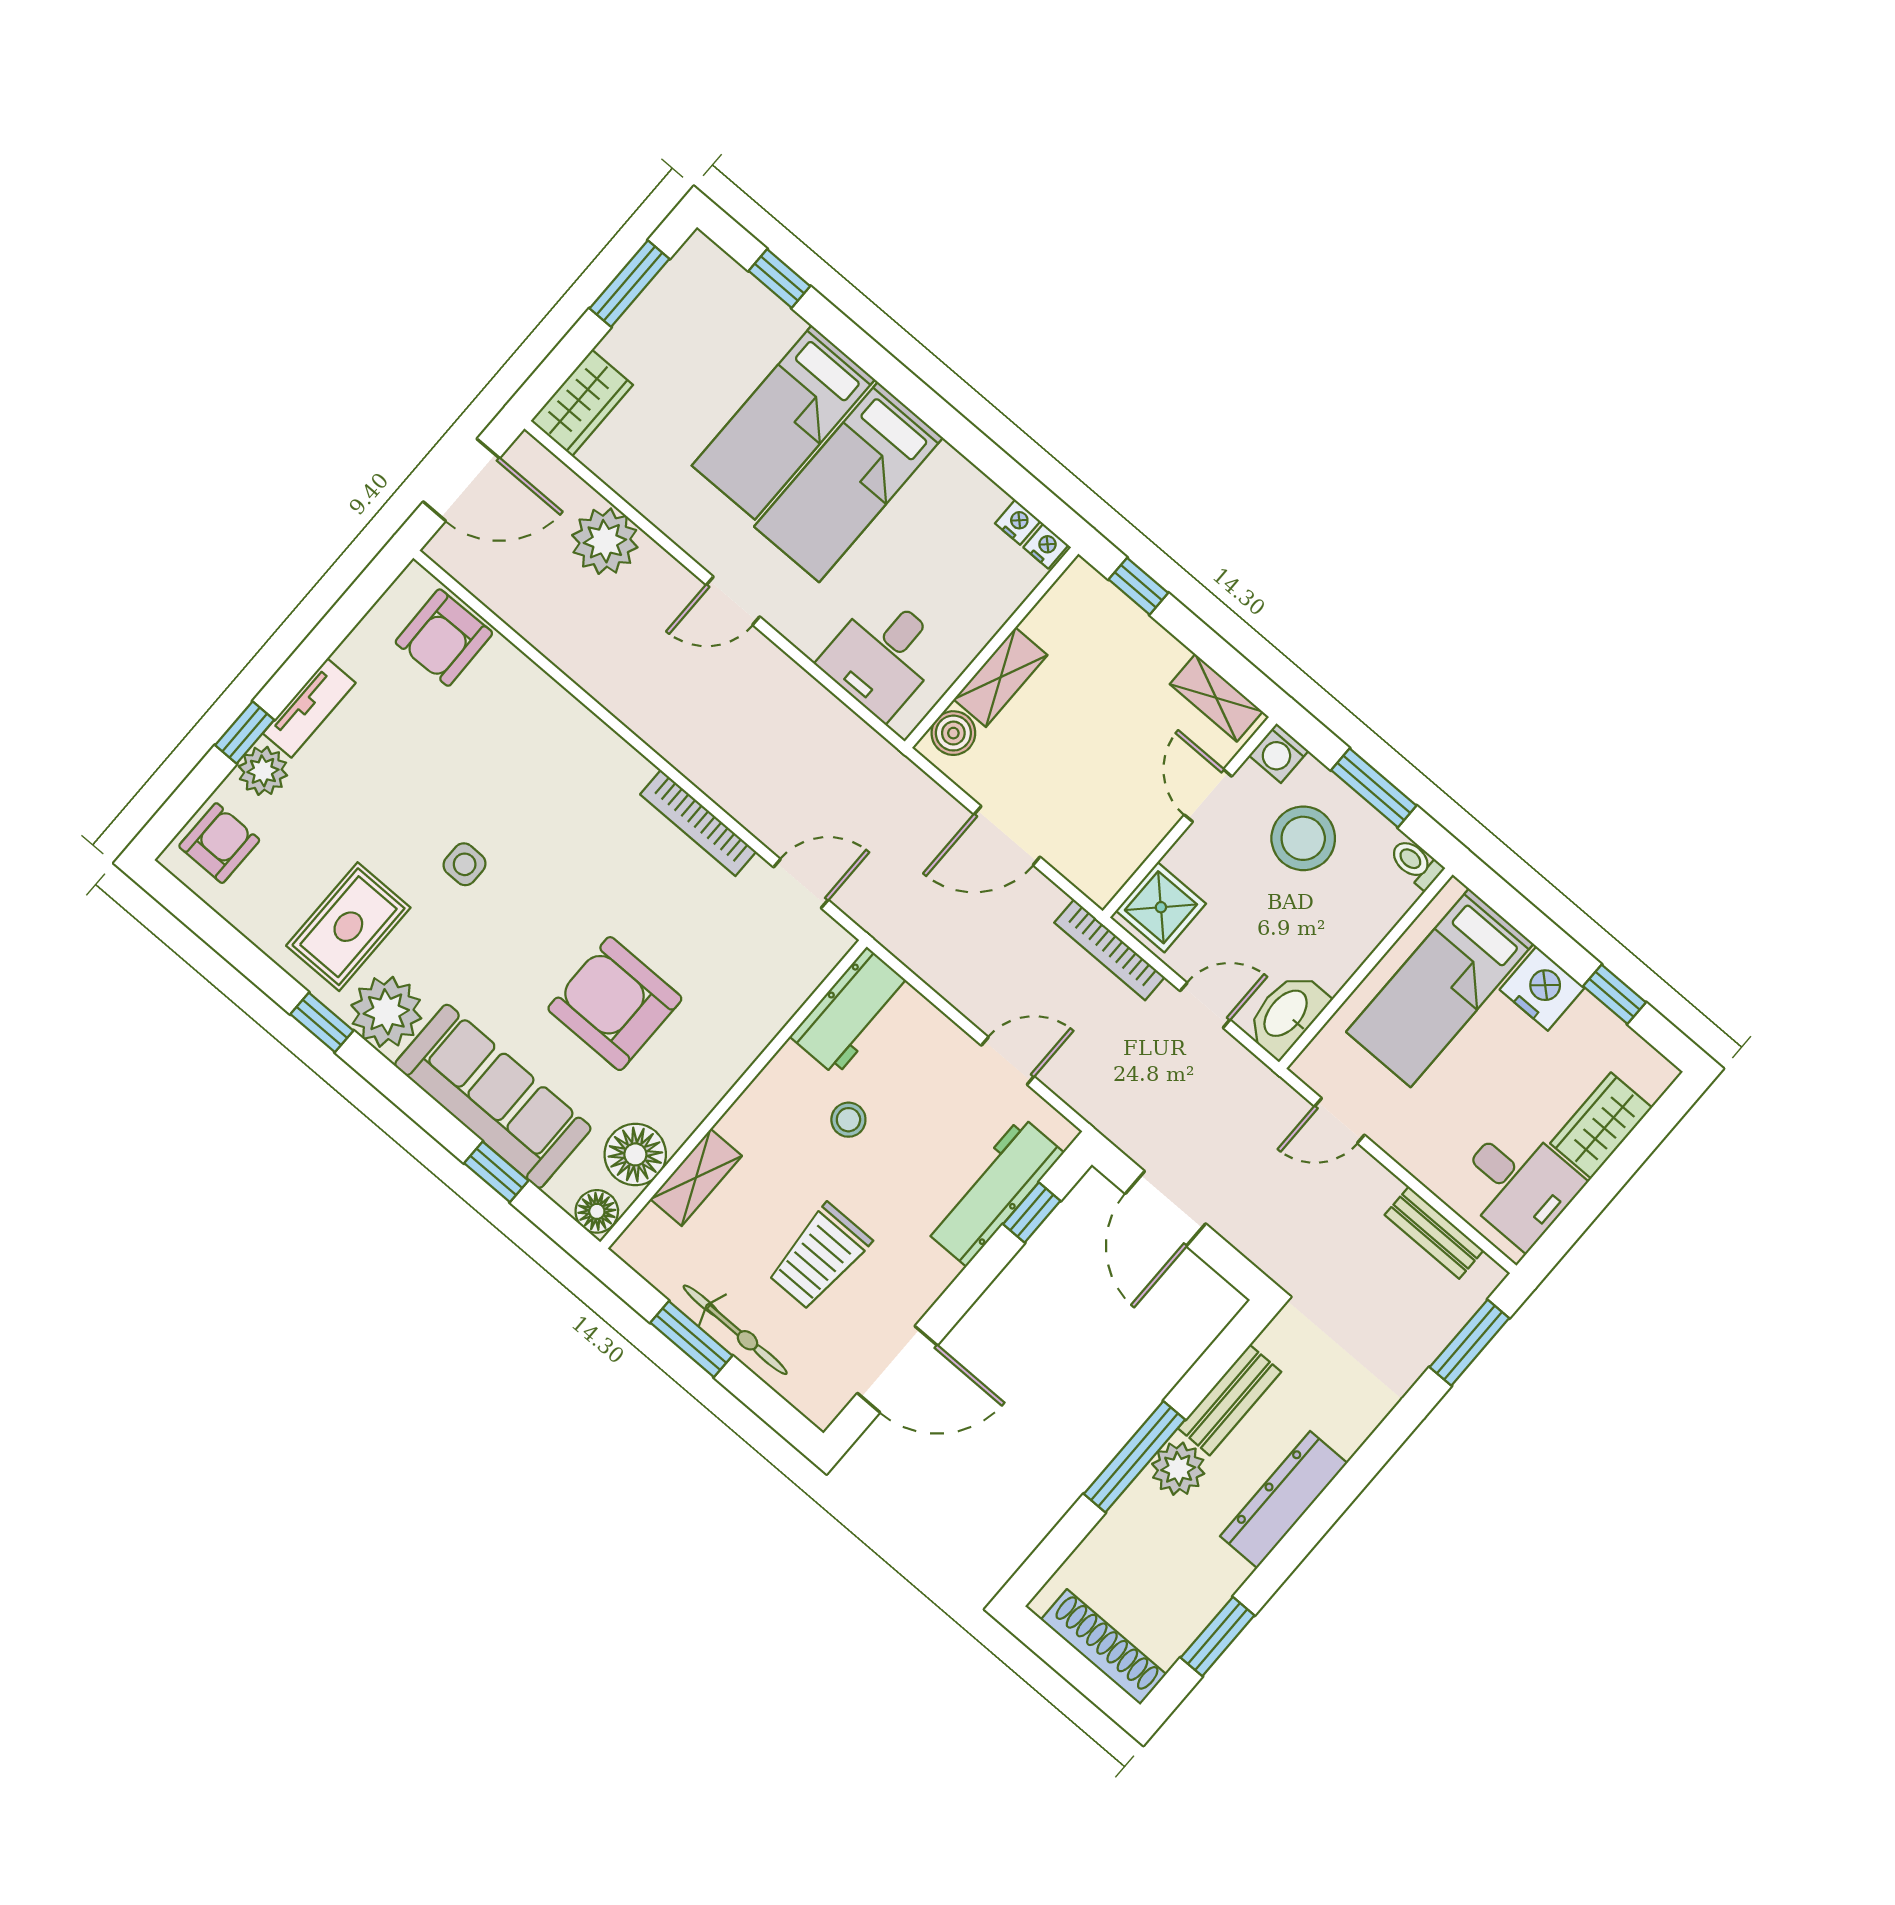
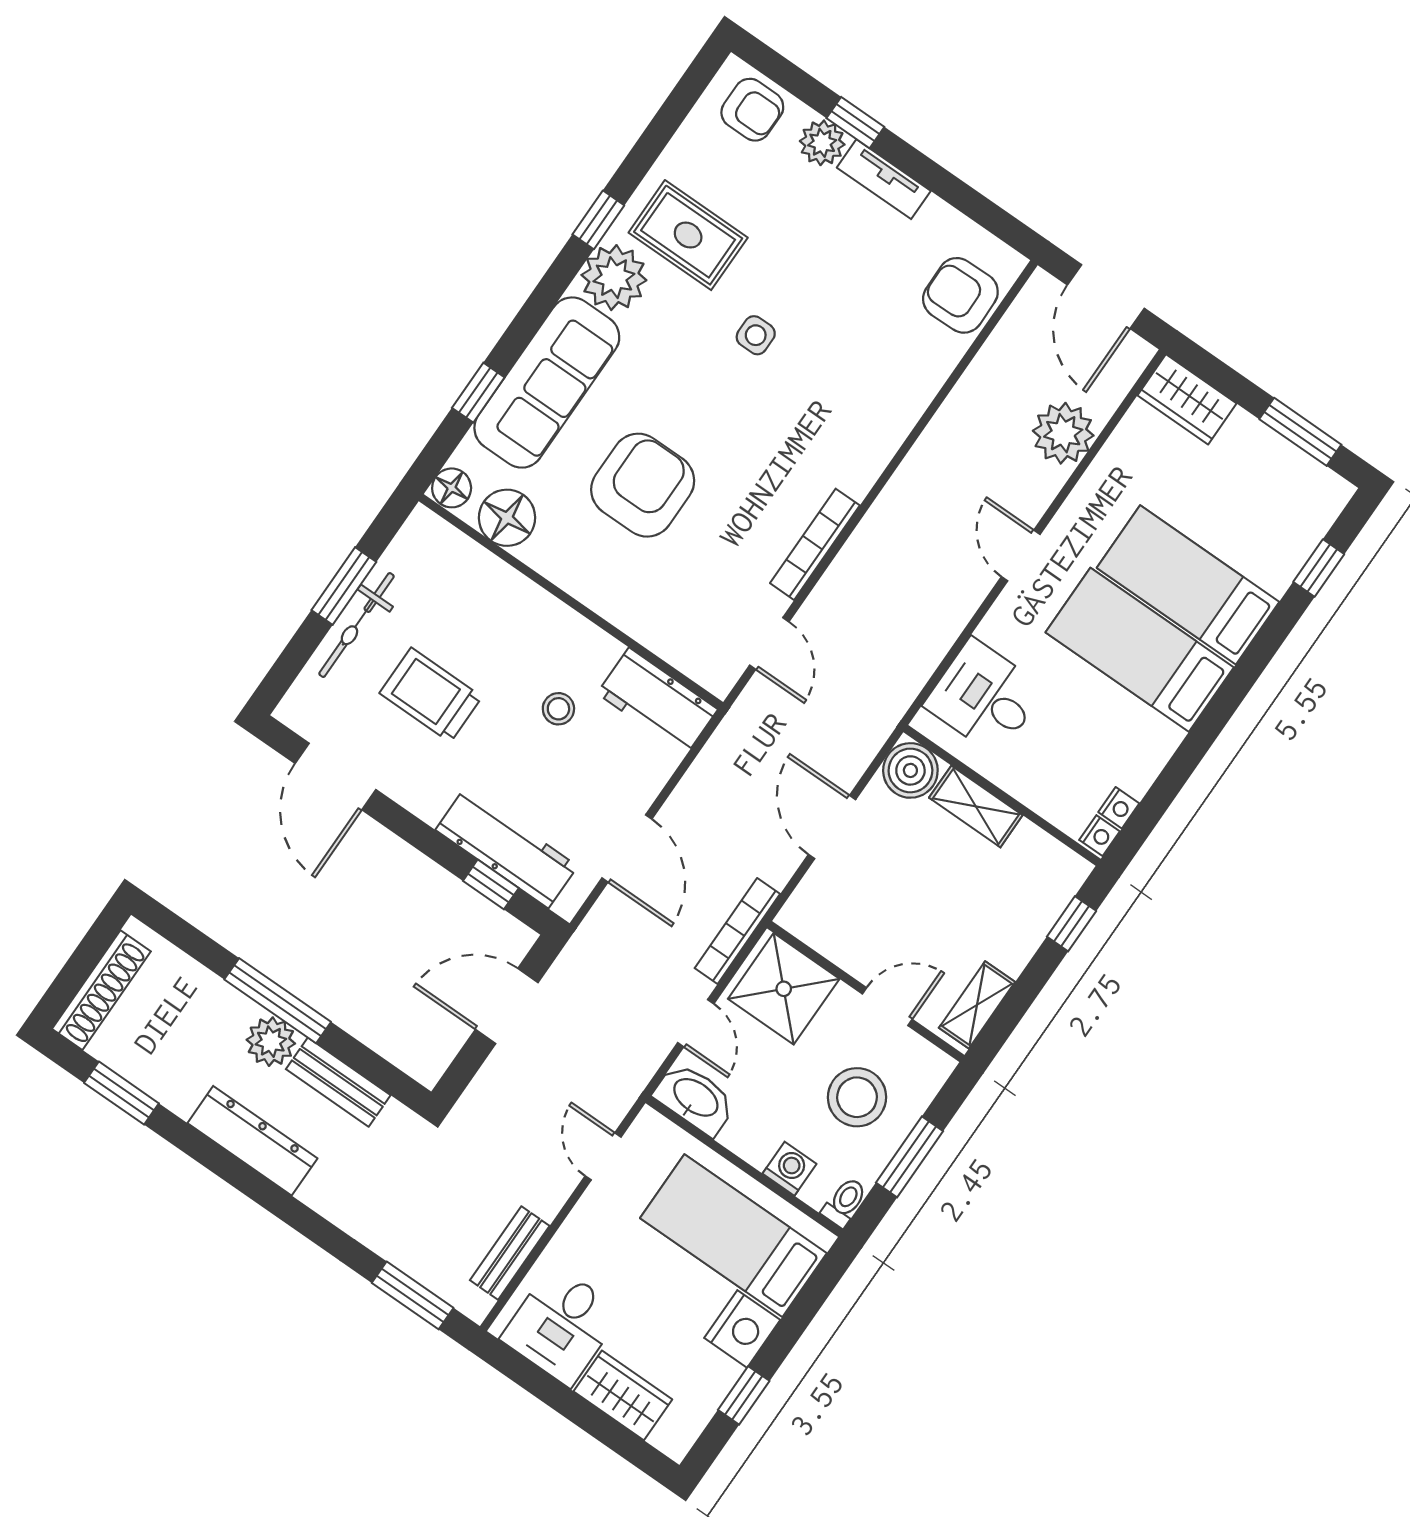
boiler: (953, 733) -> (910, 770), width x1.36, depth x1.36
washing machine: (1279, 753) -> (789, 1169), moved, turned 90
shower: (1161, 907) -> (784, 989), width x1.36, depth x1.36
door: (1008, 1061) -> (627, 848), width x1.38
shelving: (696, 1177) -> (492, 575), removed

